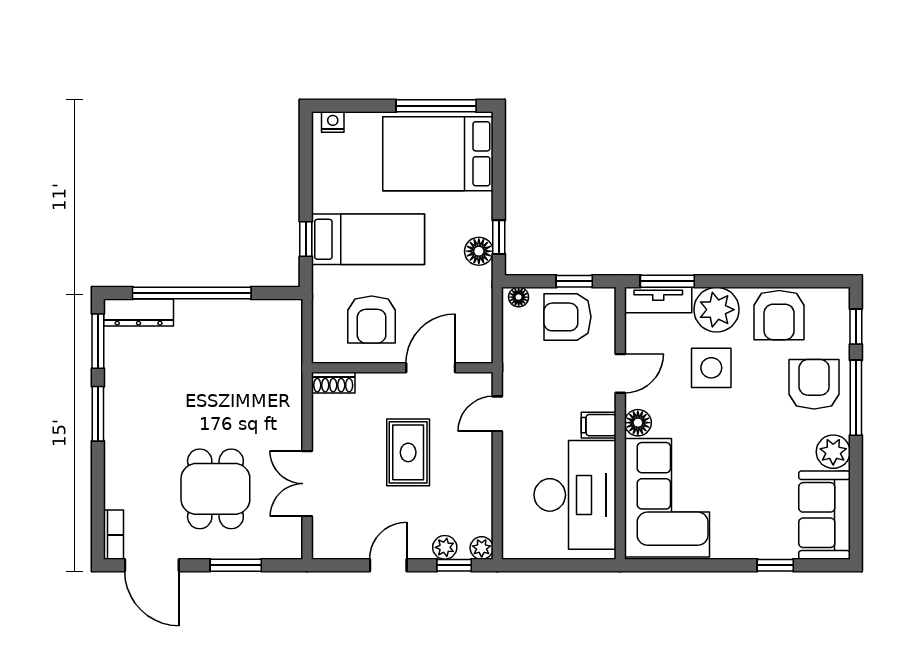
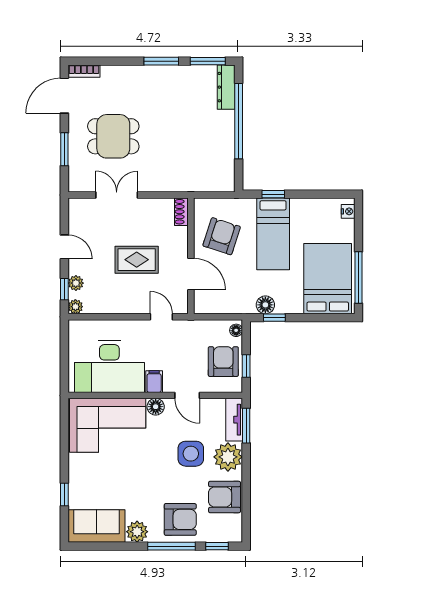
armchair: (372, 320) -> (222, 236), turned 108

